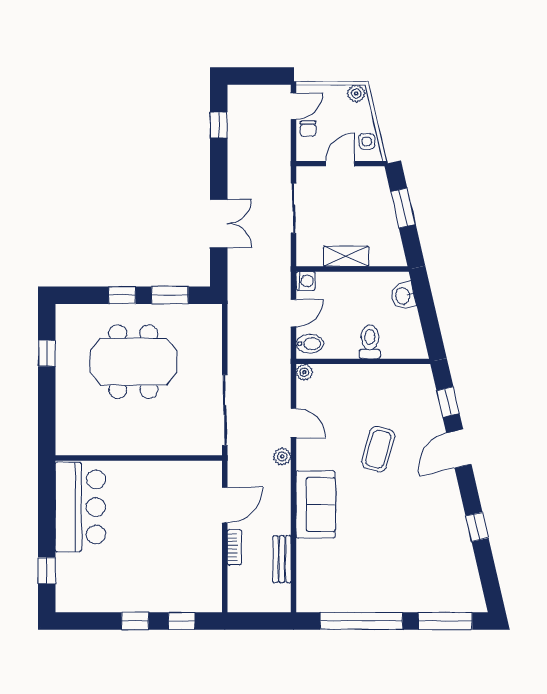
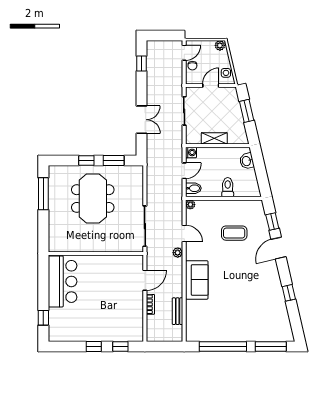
window: (47, 353) -> (43, 194), width x2.17
meeting table: (133, 362) -> (93, 199), turned 90
coffee table: (378, 449) -> (234, 233), moved, turned 74

